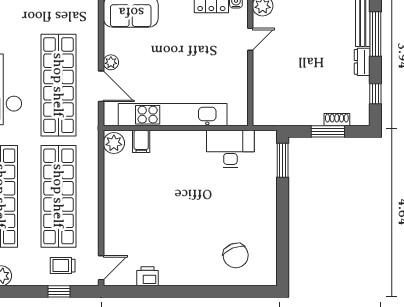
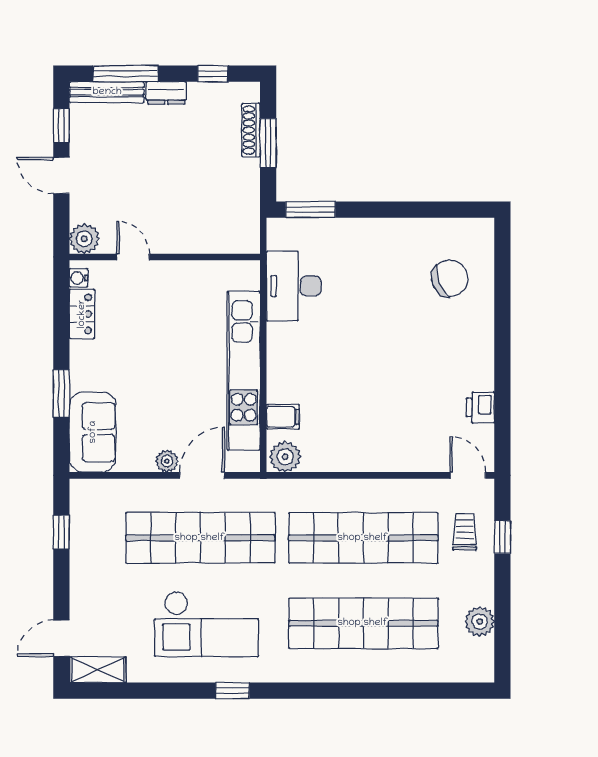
shoe rack: (337, 120) -> (251, 130), width x1.43
trolley: (63, 266) -> (465, 532), turned 180

